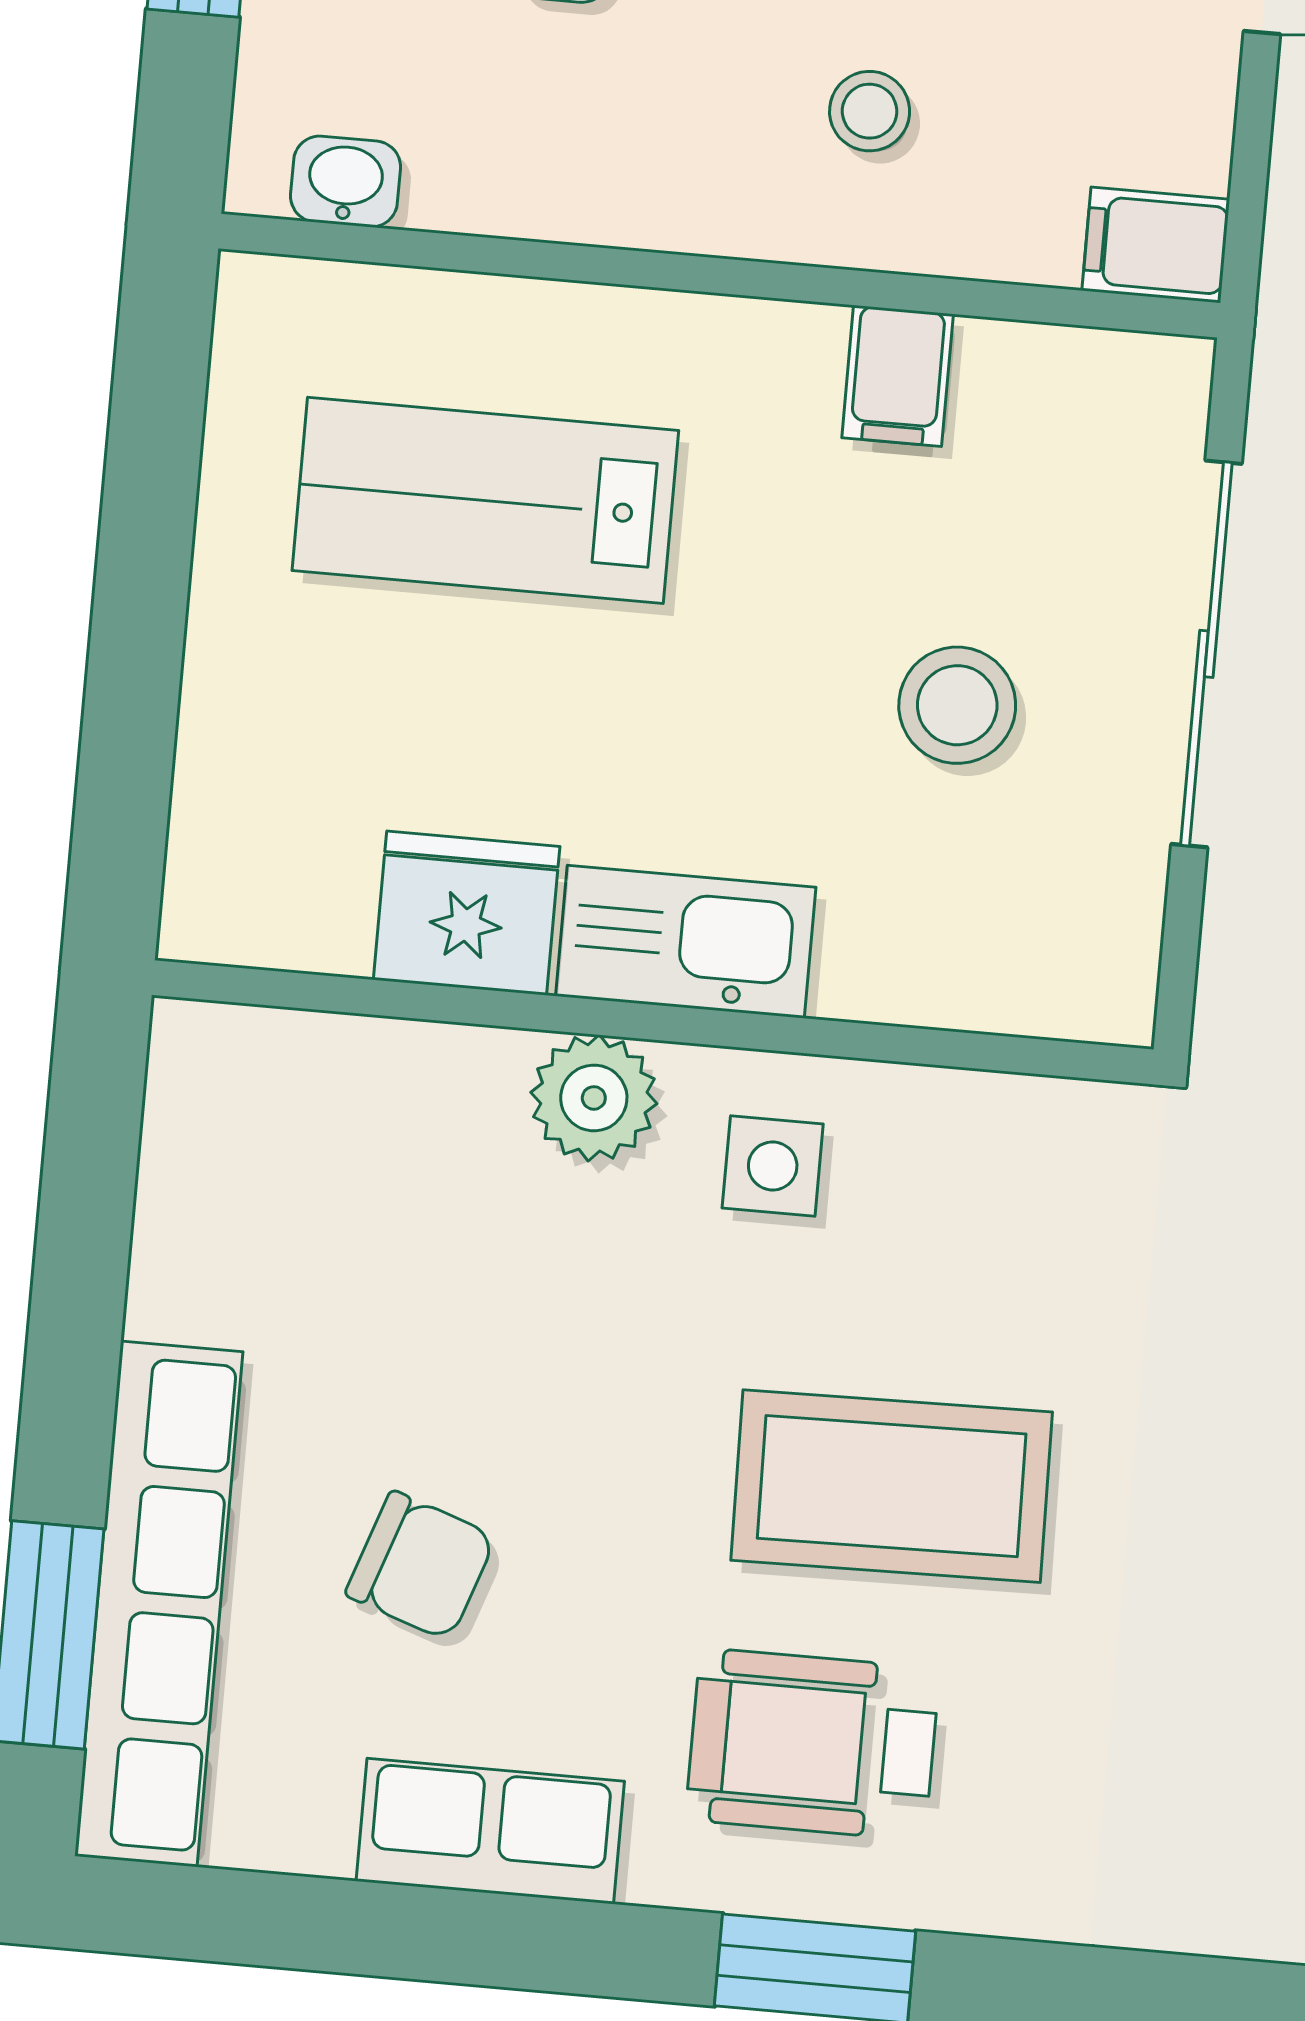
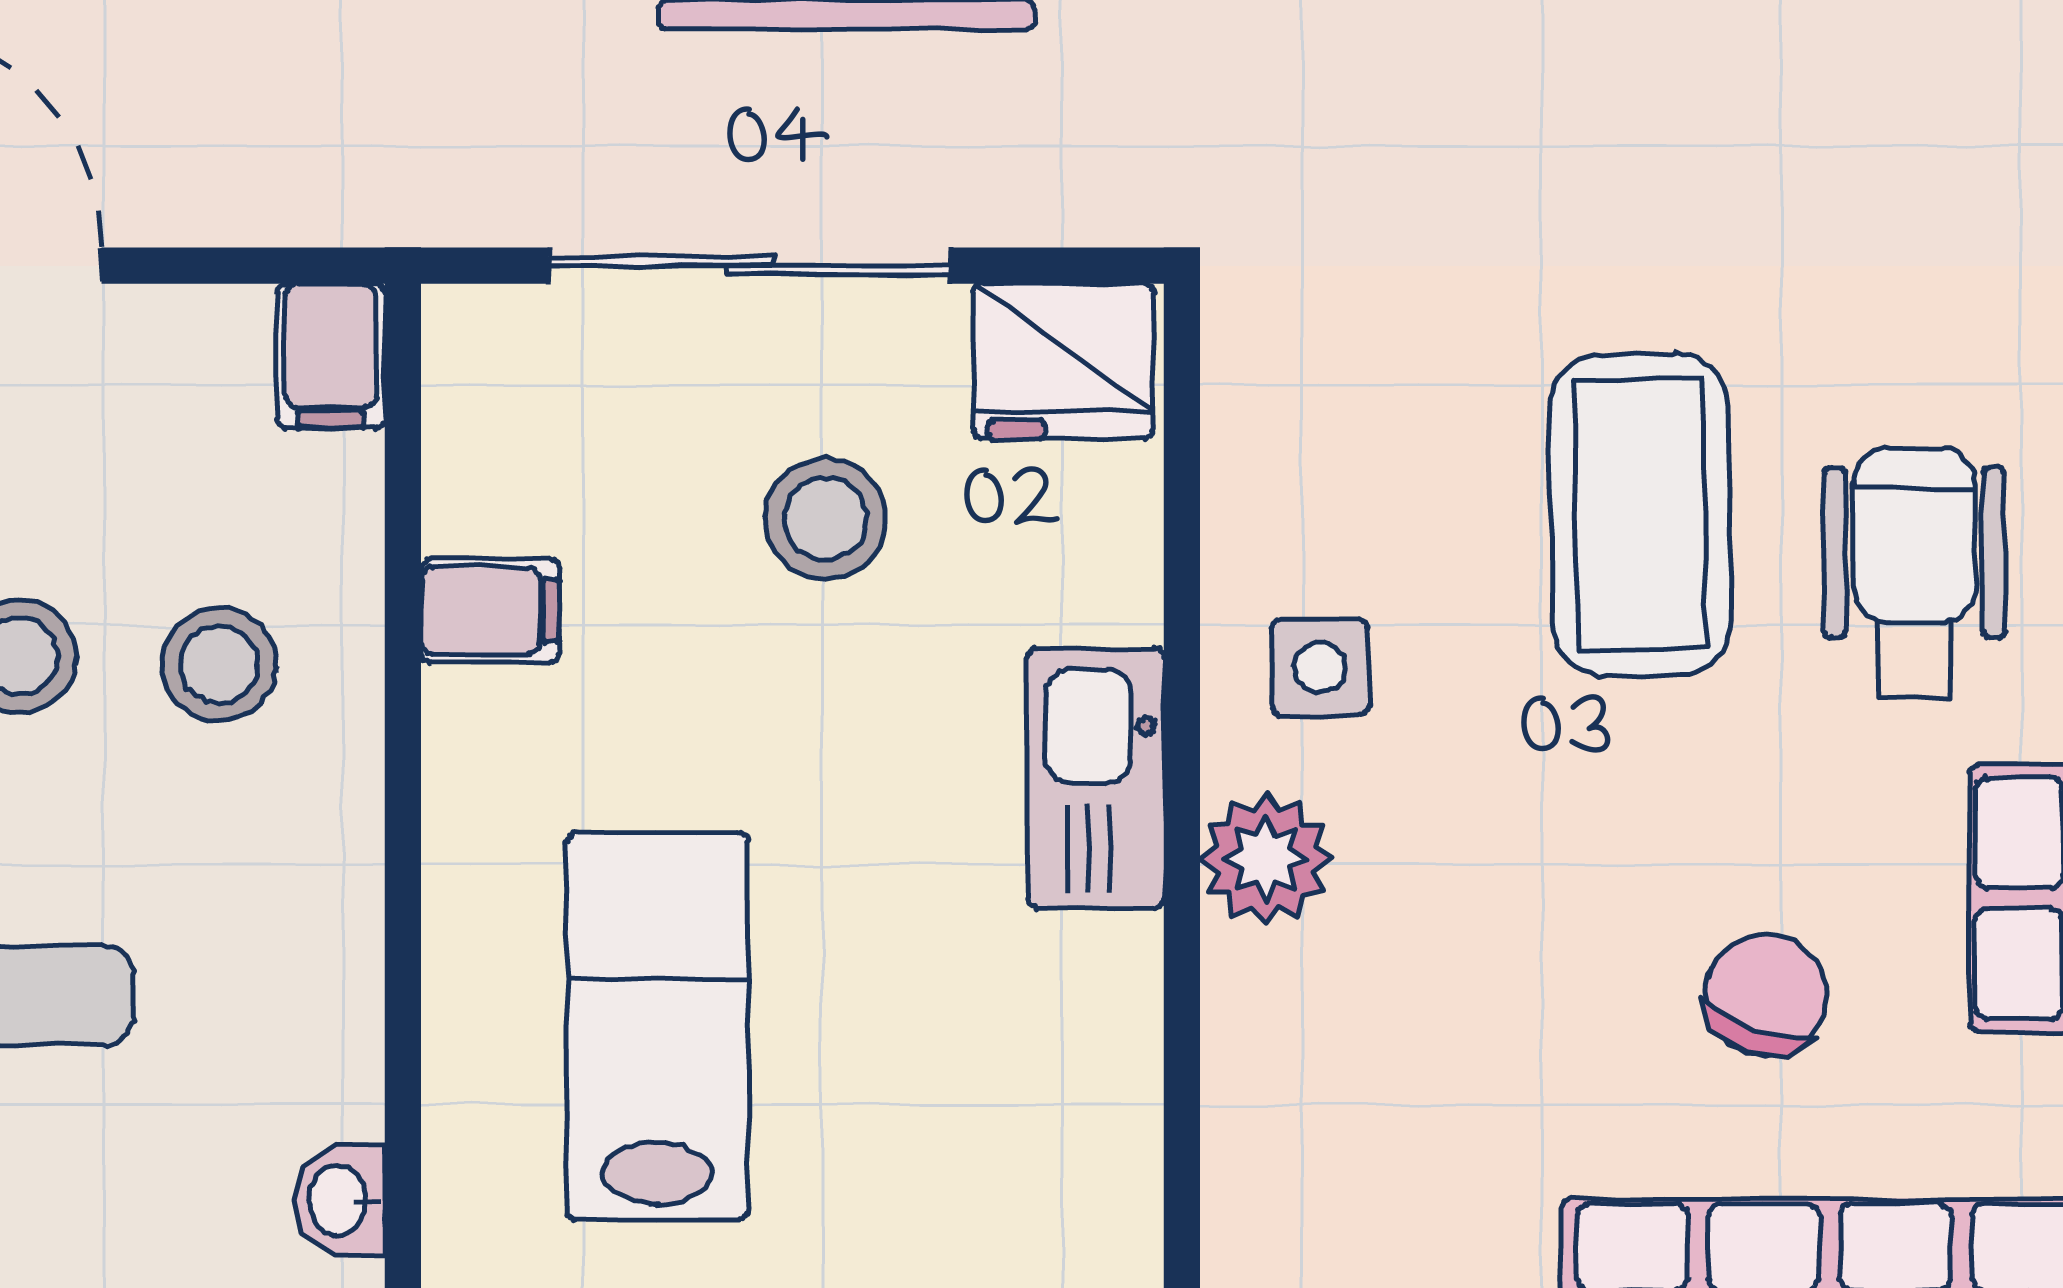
stool: (870, 111) -> (219, 664), width x1.37, depth x1.37
lab bench: (485, 500) -> (657, 1026), turned 180
fridge: (467, 913) -> (1063, 361), moved, turned -90
wheelchair: (812, 1744) -> (1915, 573), turned 180

